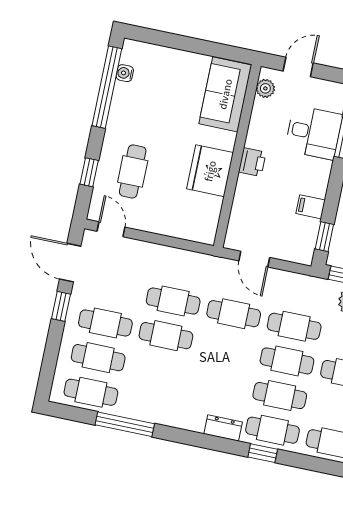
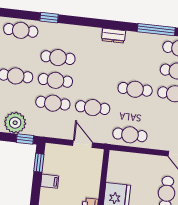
cafe table: (173, 301) -> (130, 135), moved
dresser: (223, 428) -> (113, 36), moved
cafe table: (272, 430) -> (61, 35), removed
window: (263, 453) -> (49, 18), moved

